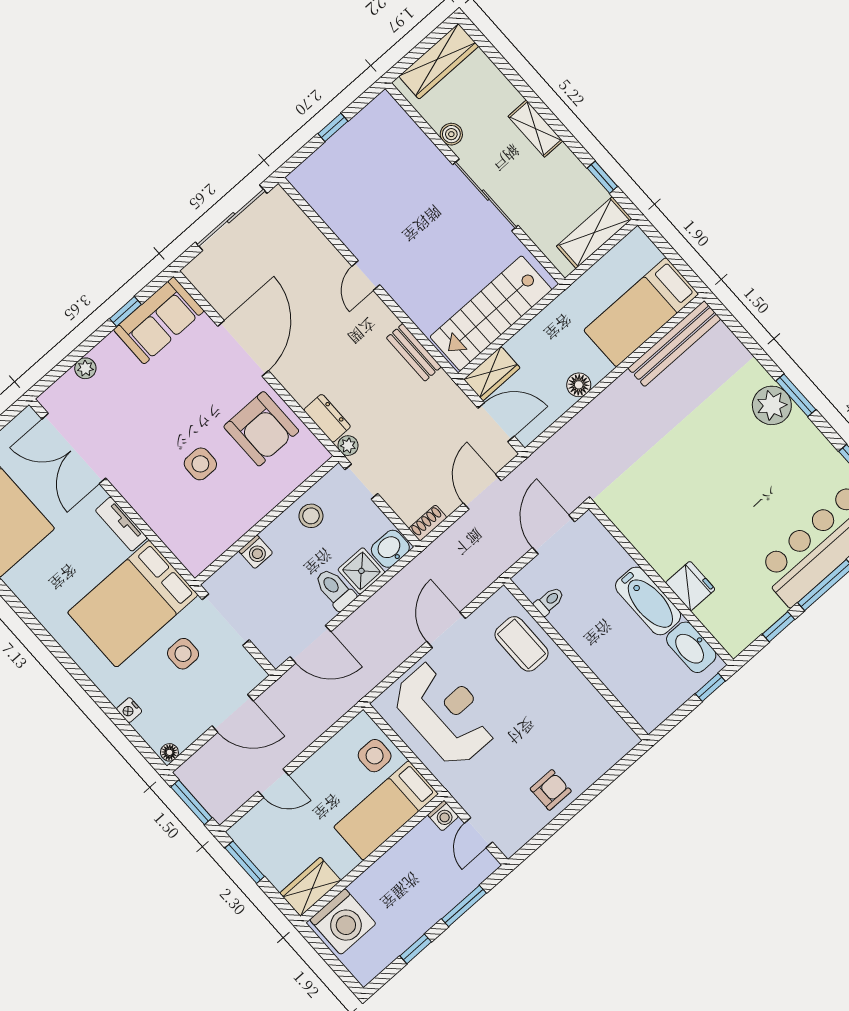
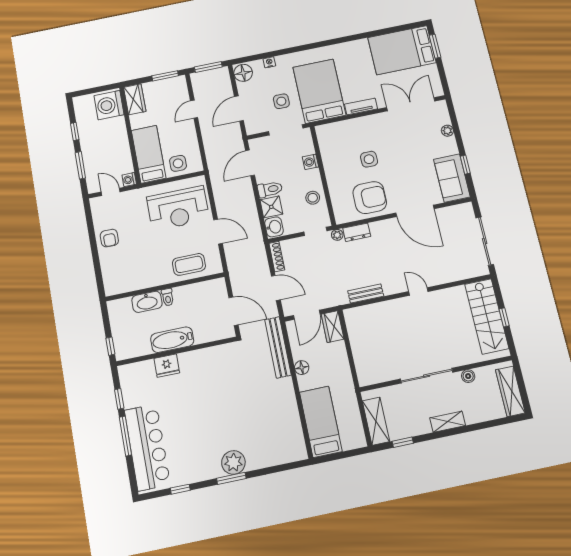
stairs: (491, 313) -> (487, 316), moved, turned 180
bench: (674, 344) -> (278, 347), moved
armchair: (261, 429) -> (370, 198), turned 180
shoe rack: (428, 523) -> (277, 257), width x1.43
toilet: (549, 601) -> (168, 297), moved
washbasin: (691, 647) -> (147, 302), moved, turned 180
floor lamp: (169, 752) -> (243, 73), width x1.89, depth x1.89

